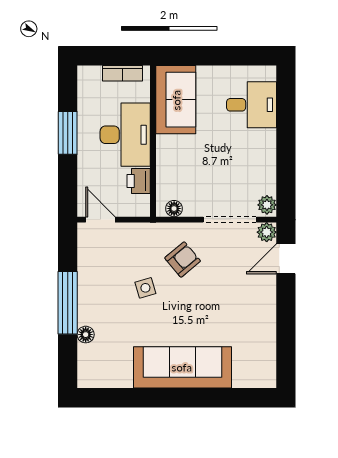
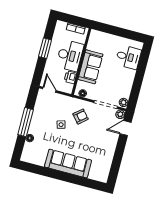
sofa: (176, 100) -> (90, 67), moved

